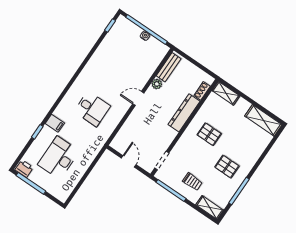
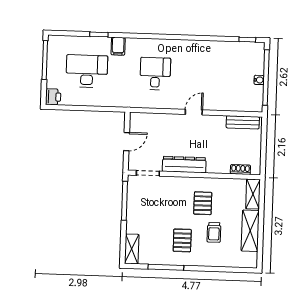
plant: (157, 84) -> (219, 121), removed
door: (138, 98) -> (194, 112), hinge flipped
desk: (92, 109) -> (155, 74), turned 180
dresser: (184, 113) -> (184, 165), moved
shelving: (263, 120) -> (250, 231), moved
printer: (24, 169) -> (53, 97), moved
trolley: (192, 182) -> (214, 232), moved

